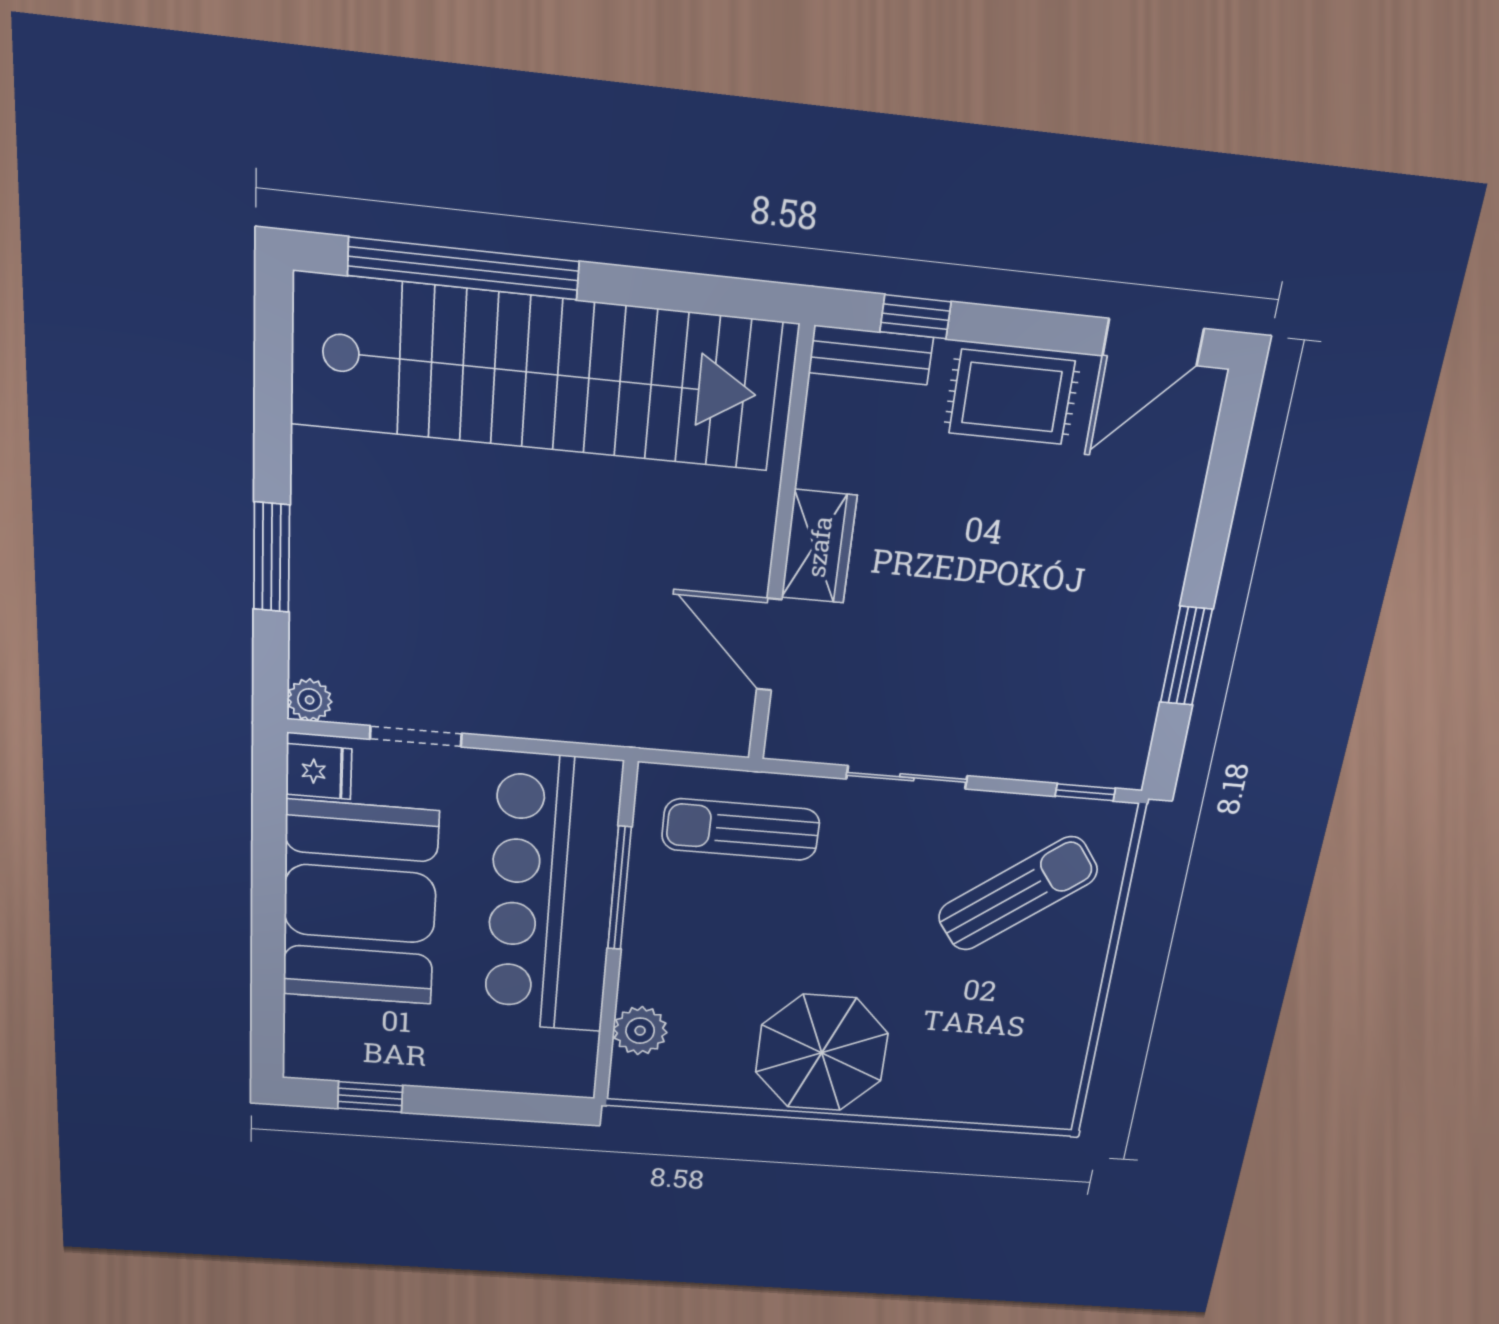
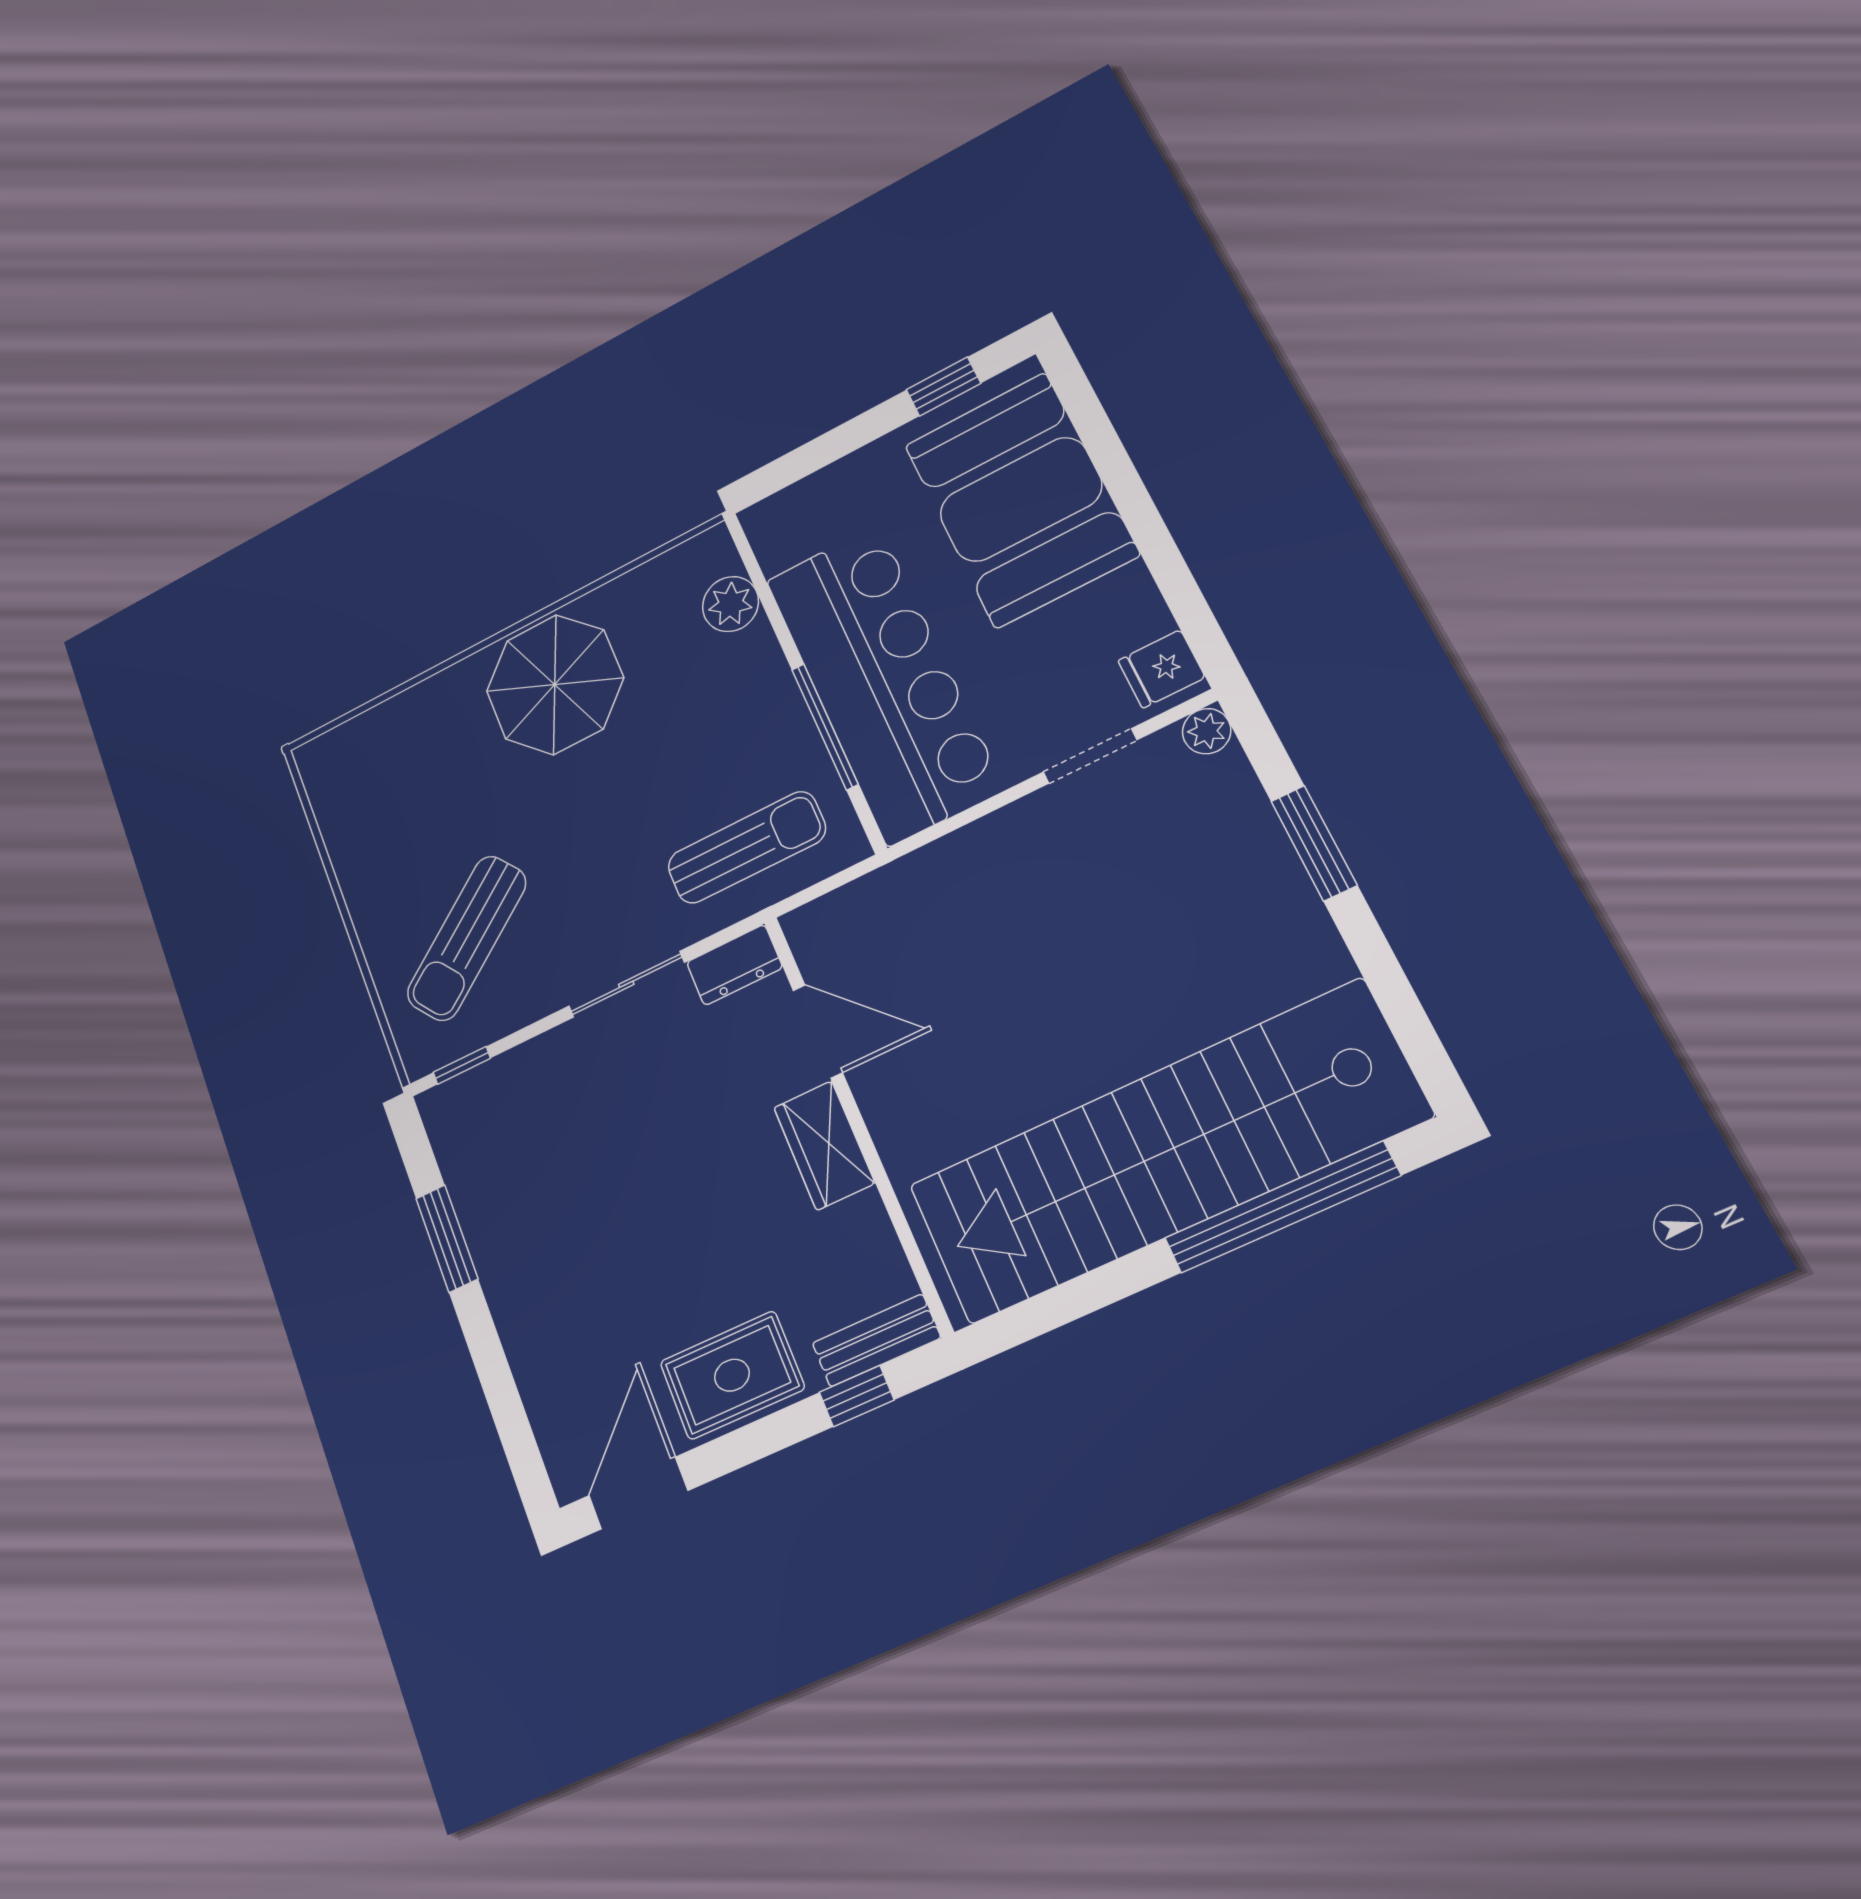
dresser: (807, 740) -> (734, 965), added
booth: (360, 904) -> (1021, 499), moved

